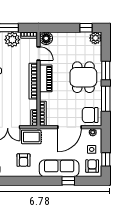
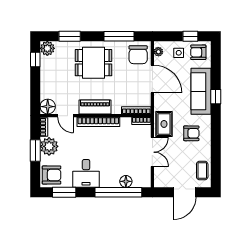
door: (39, 53) -> (66, 116), swing flipped
window: (106, 71) -> (70, 36), moved
window: (68, 181) -> (216, 97), moved

